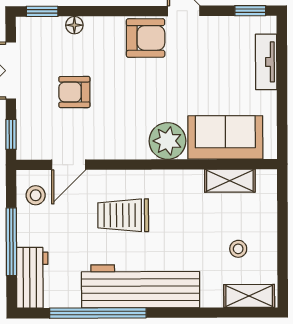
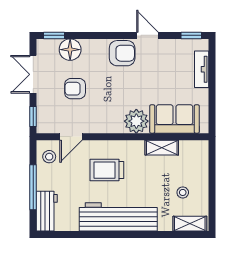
floor lamp: (74, 25) -> (70, 50), width x1.89, depth x1.89
shelving: (230, 181) -> (162, 148), moved
window: (98, 313) -> (90, 235), removed

